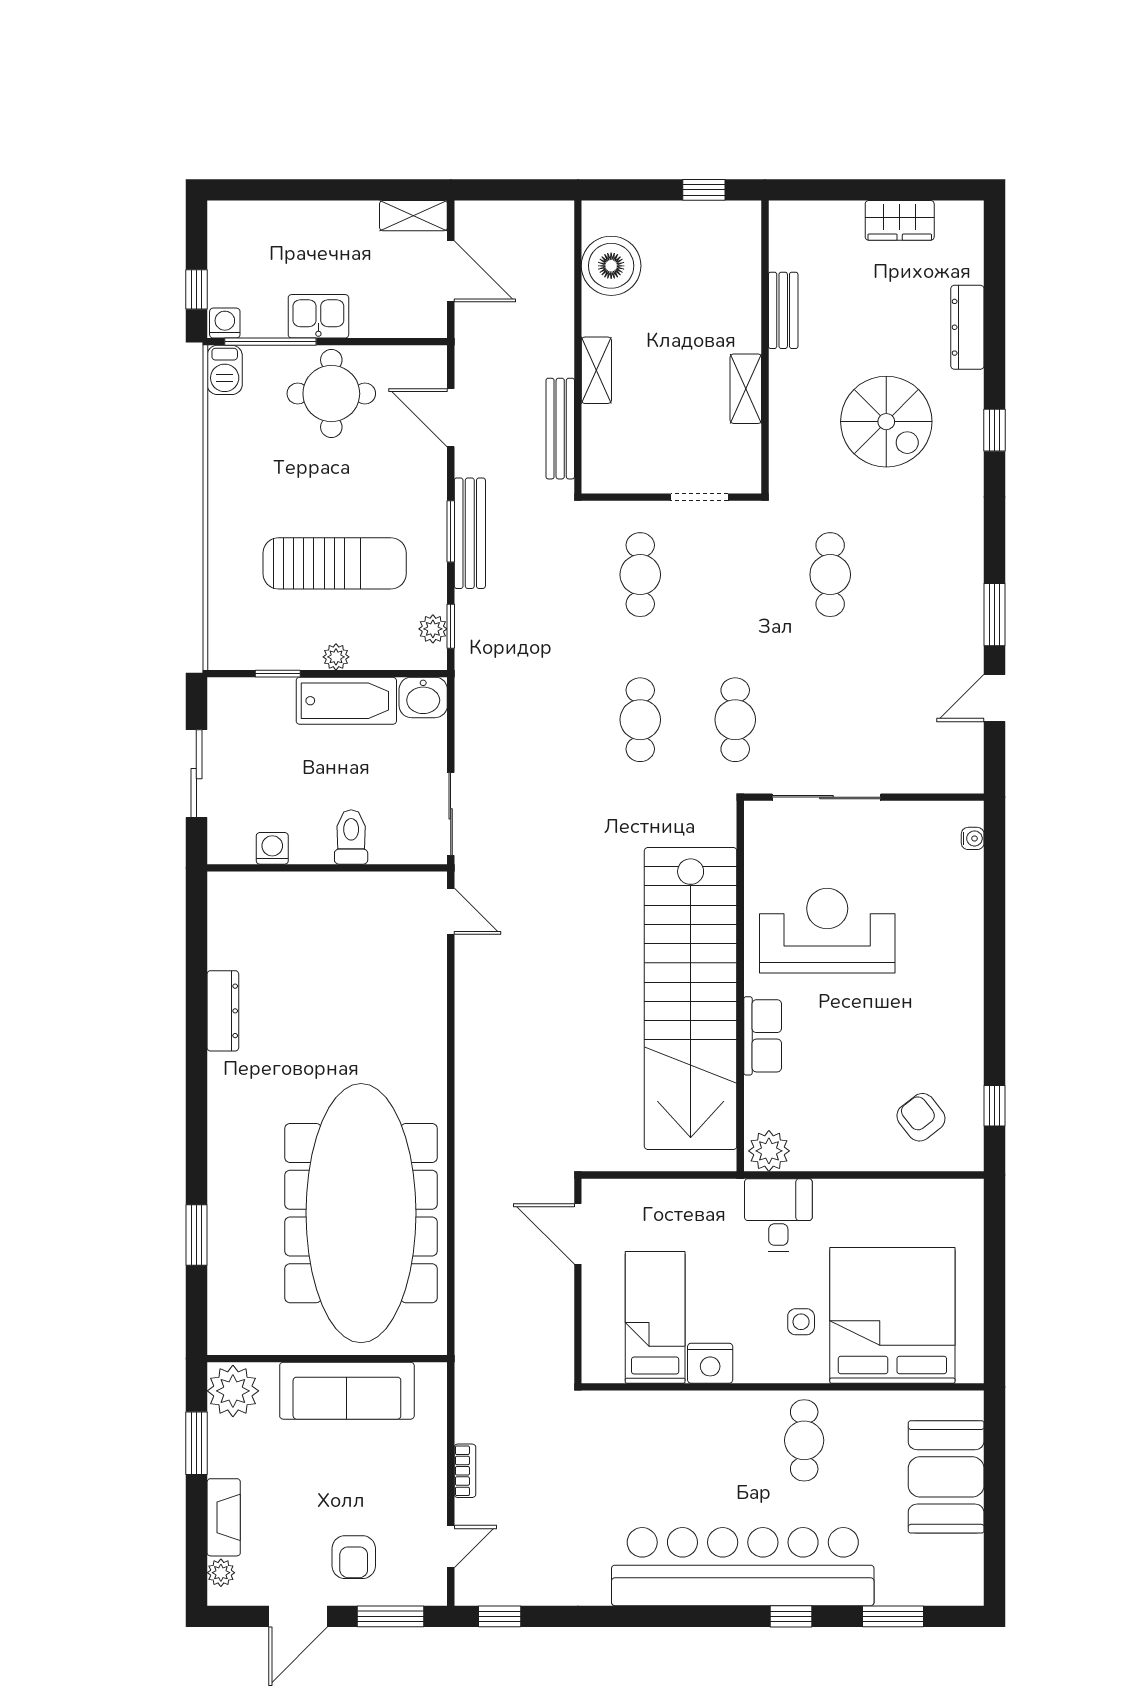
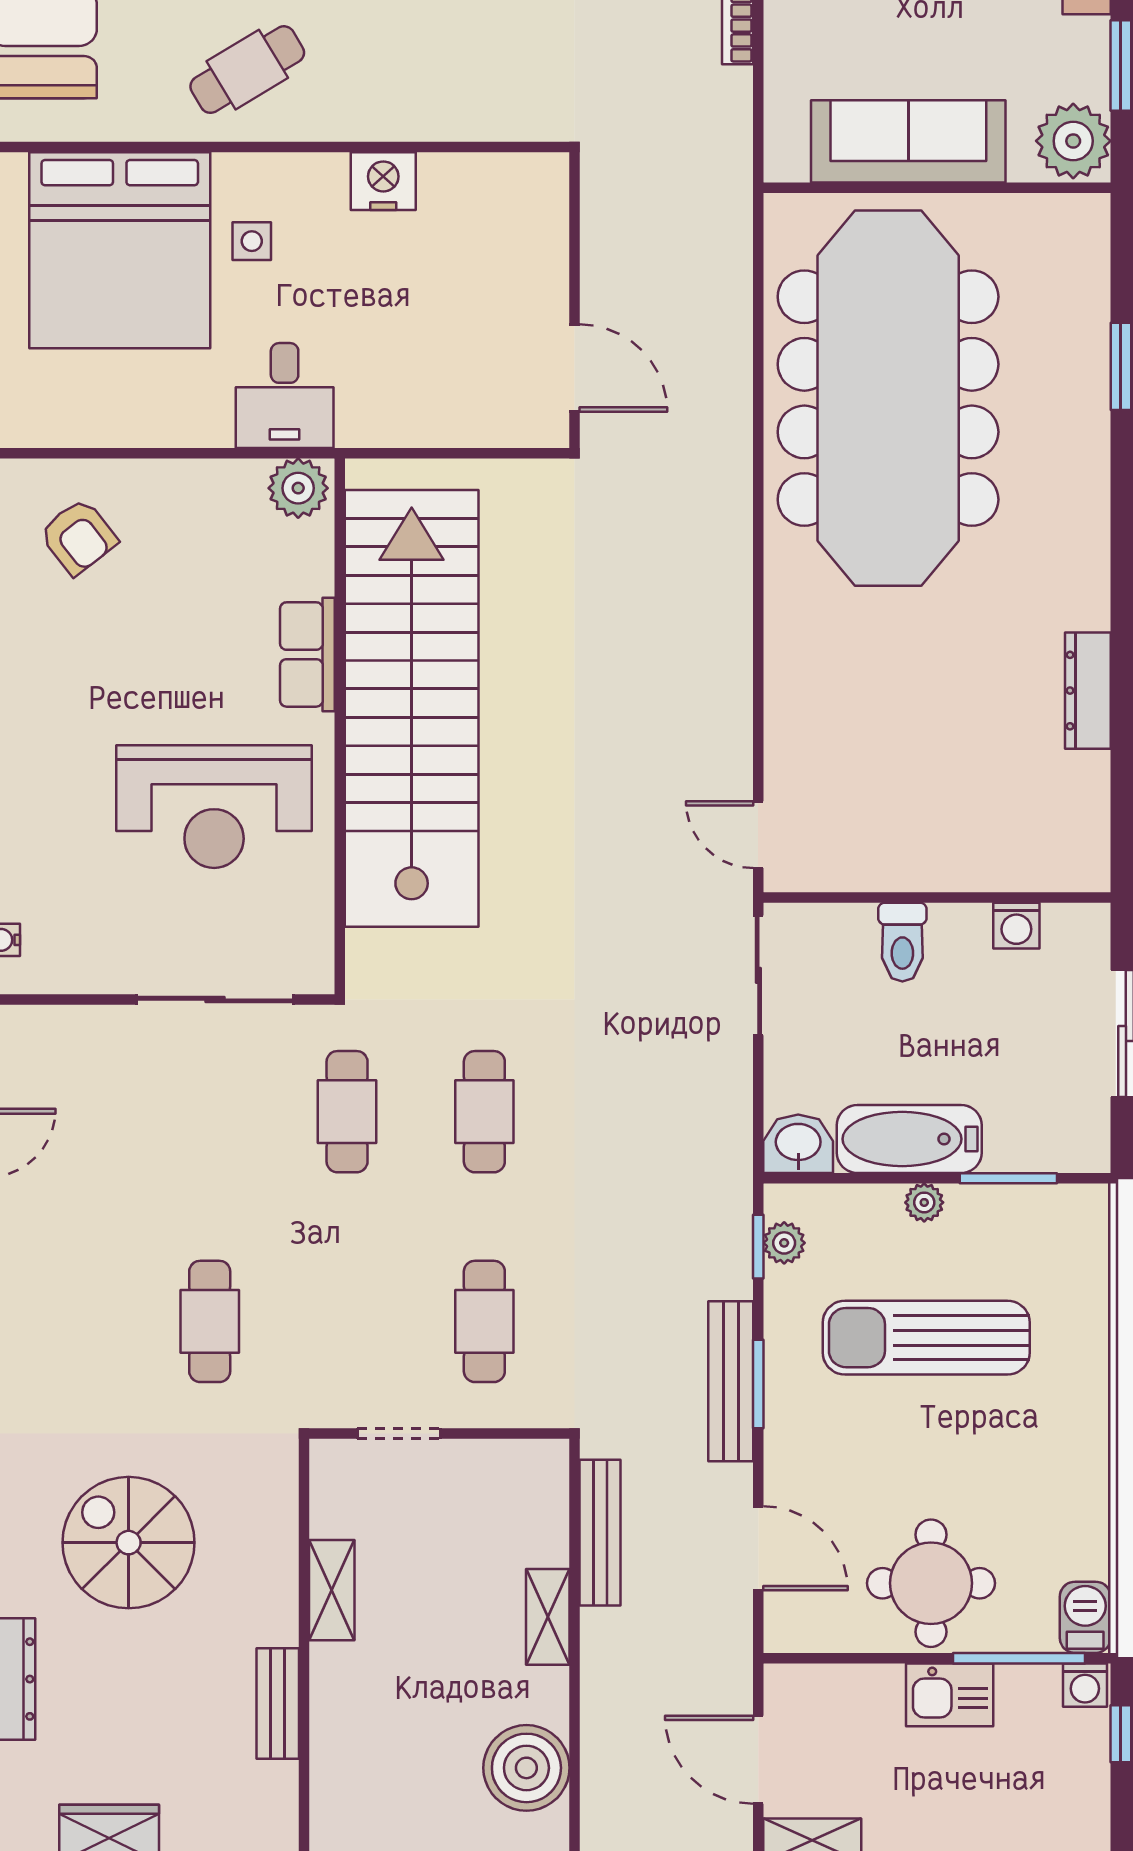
window: (278, 674) -> (1008, 1178), width x1.50
bed: (655, 1317) -> (463, 248), removed
cafe table: (804, 1440) -> (247, 70), turned 59

